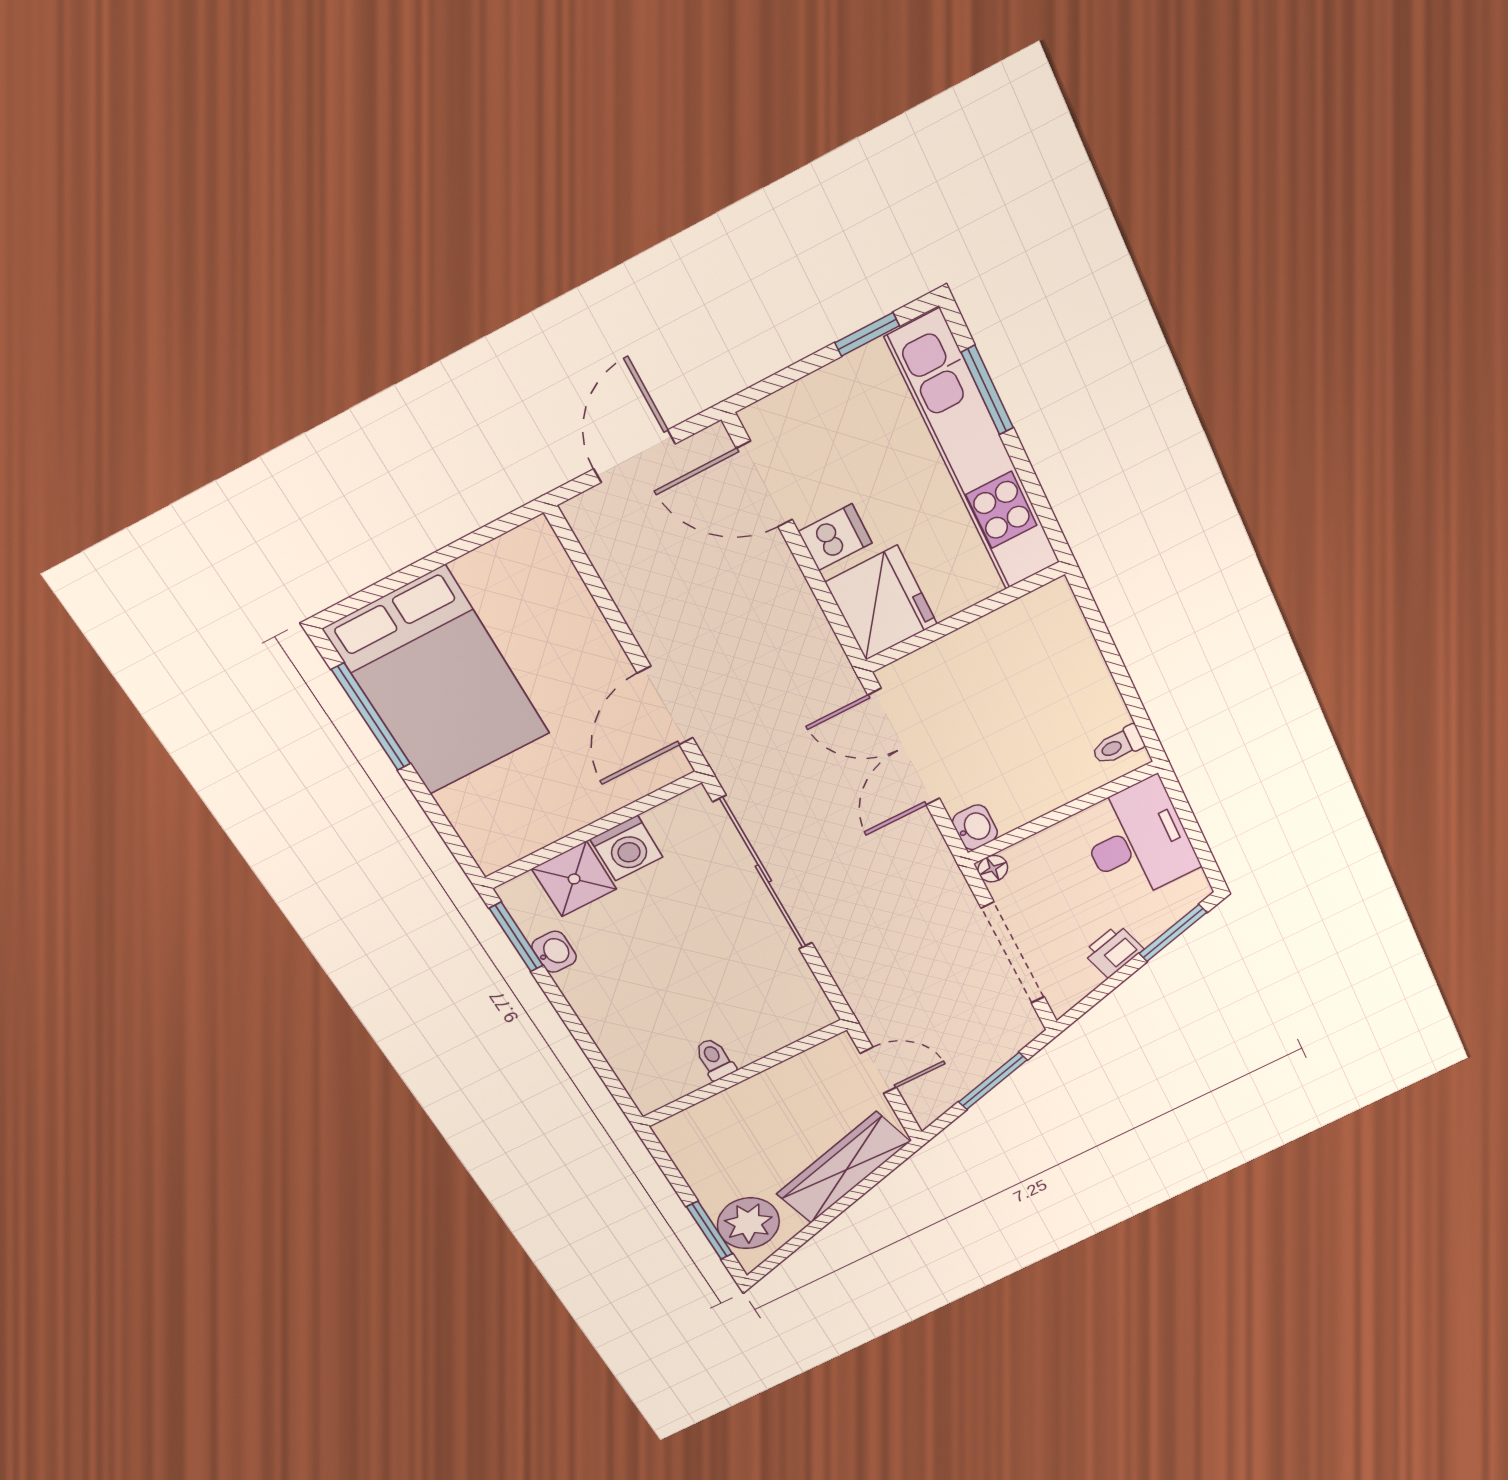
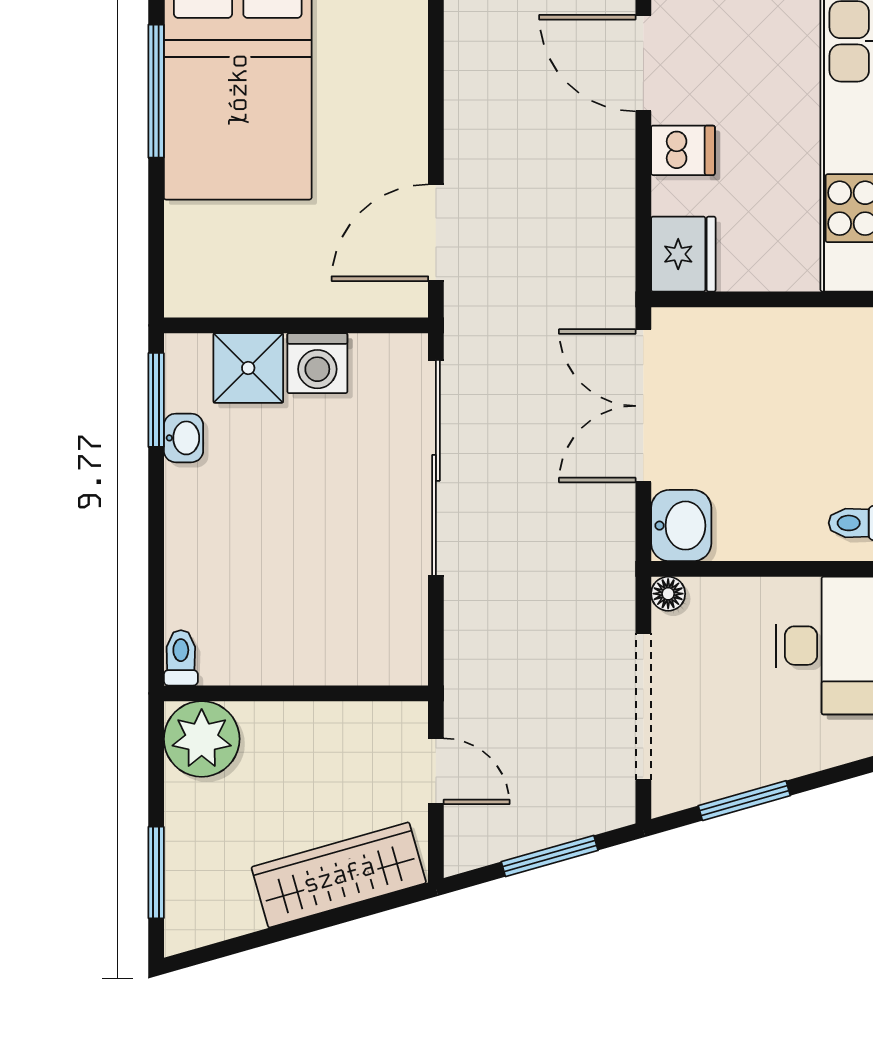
fridge: (881, 603) -> (683, 254), width x0.73, depth x0.75
washbasin: (975, 827) -> (681, 526), width x1.38, depth x1.45
window: (1173, 933) -> (744, 801), moved
printer: (1113, 951) -> (749, 765), removed
toilet: (715, 1059) -> (181, 658), moved
plant: (748, 1223) -> (202, 739), moved

